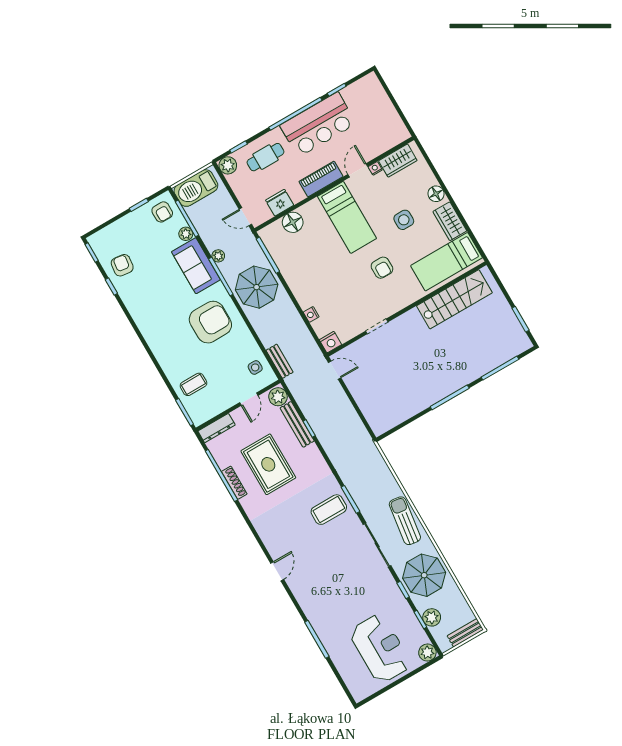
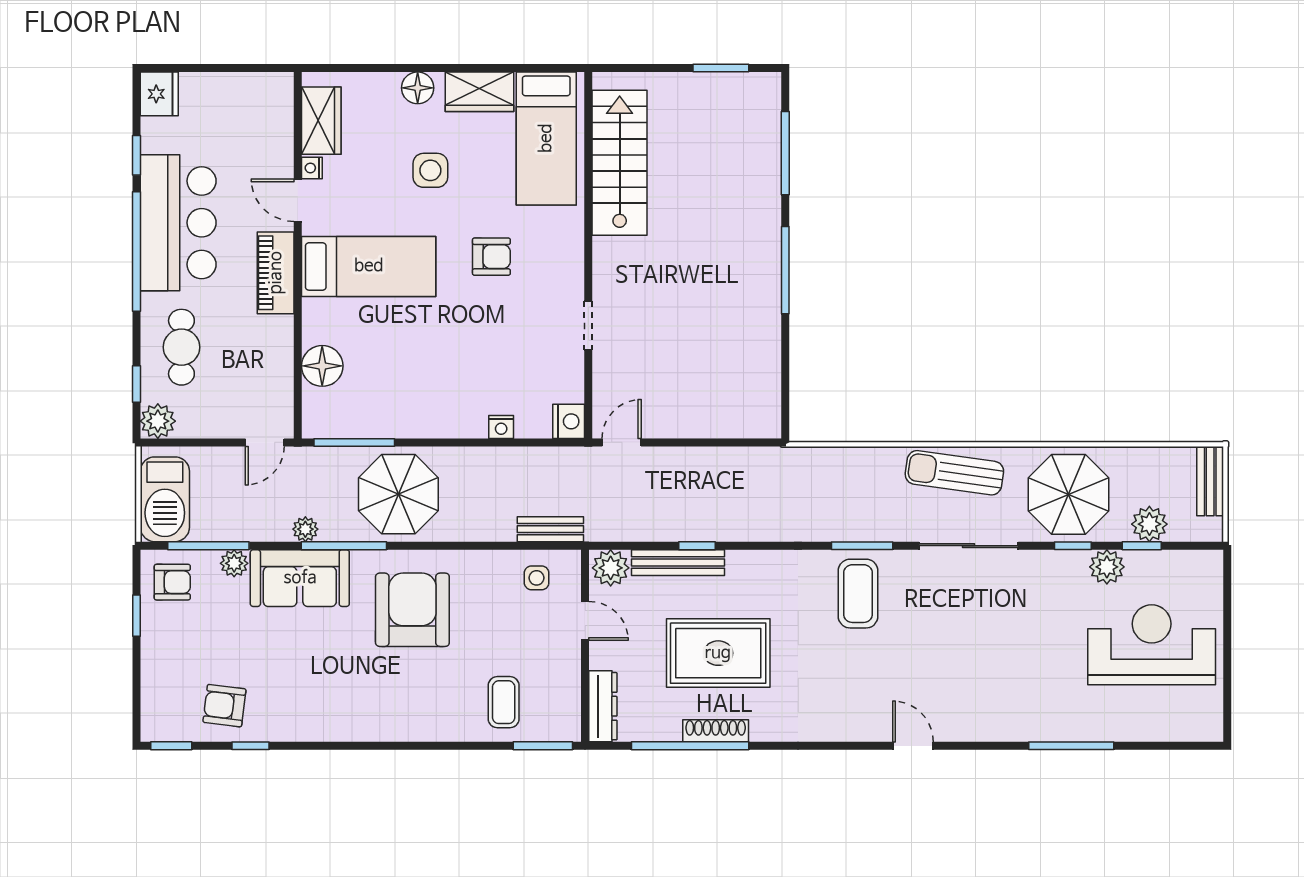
fridge: (280, 203) -> (159, 94), moved, turned 180
plant: (427, 653) -> (1107, 567), moved

